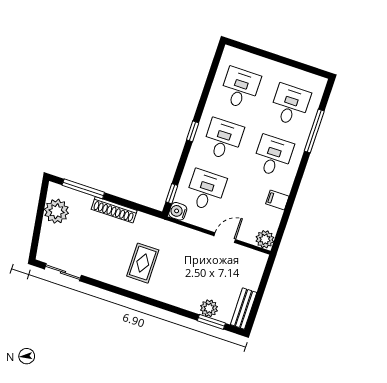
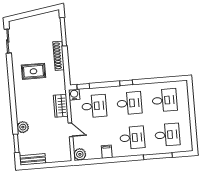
plant: (56, 211) -> (43, 21), removed
wardrobe: (185, 237) -> (61, 106), added
rug: (143, 263) -> (33, 71), moved
plant: (209, 308) -> (23, 127), moved

